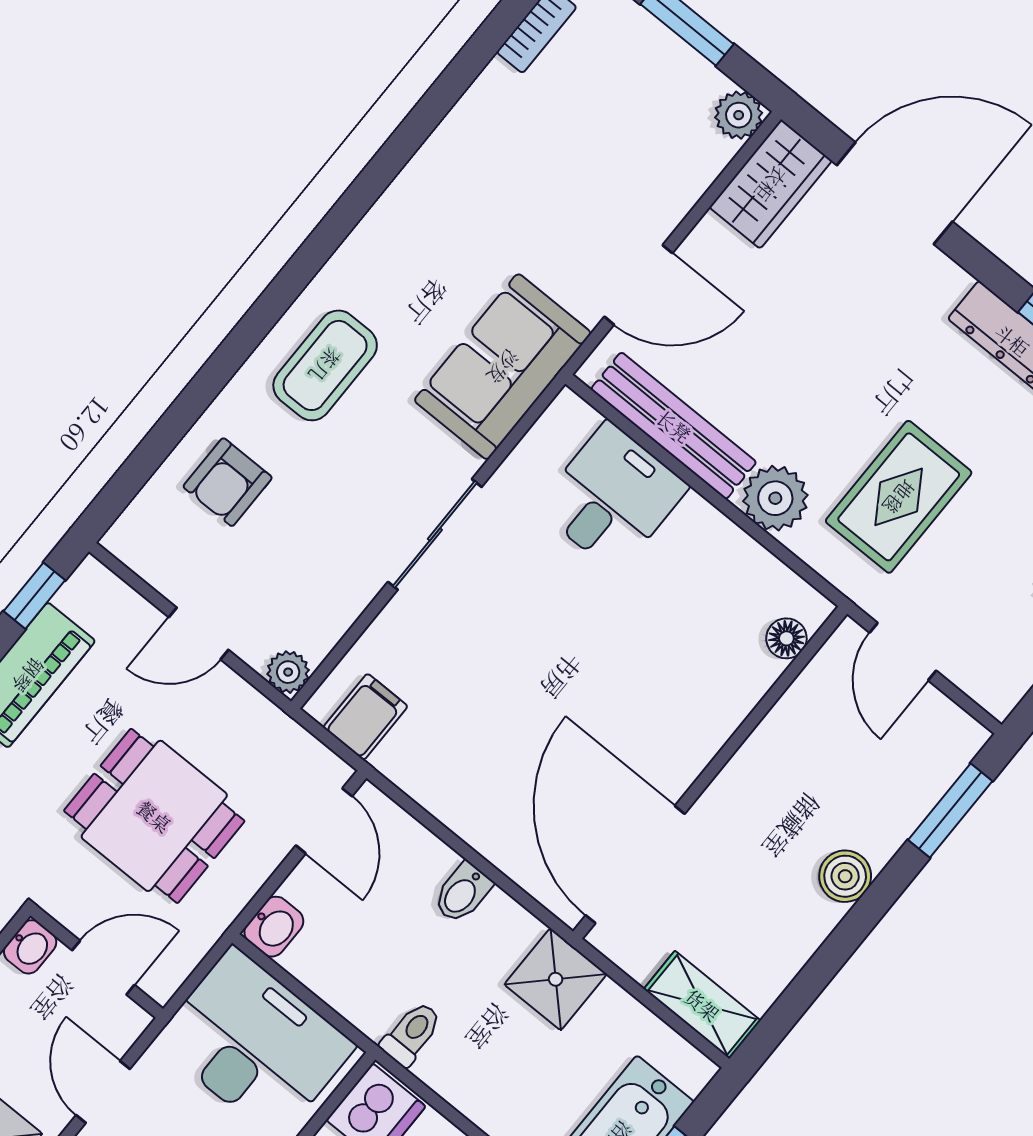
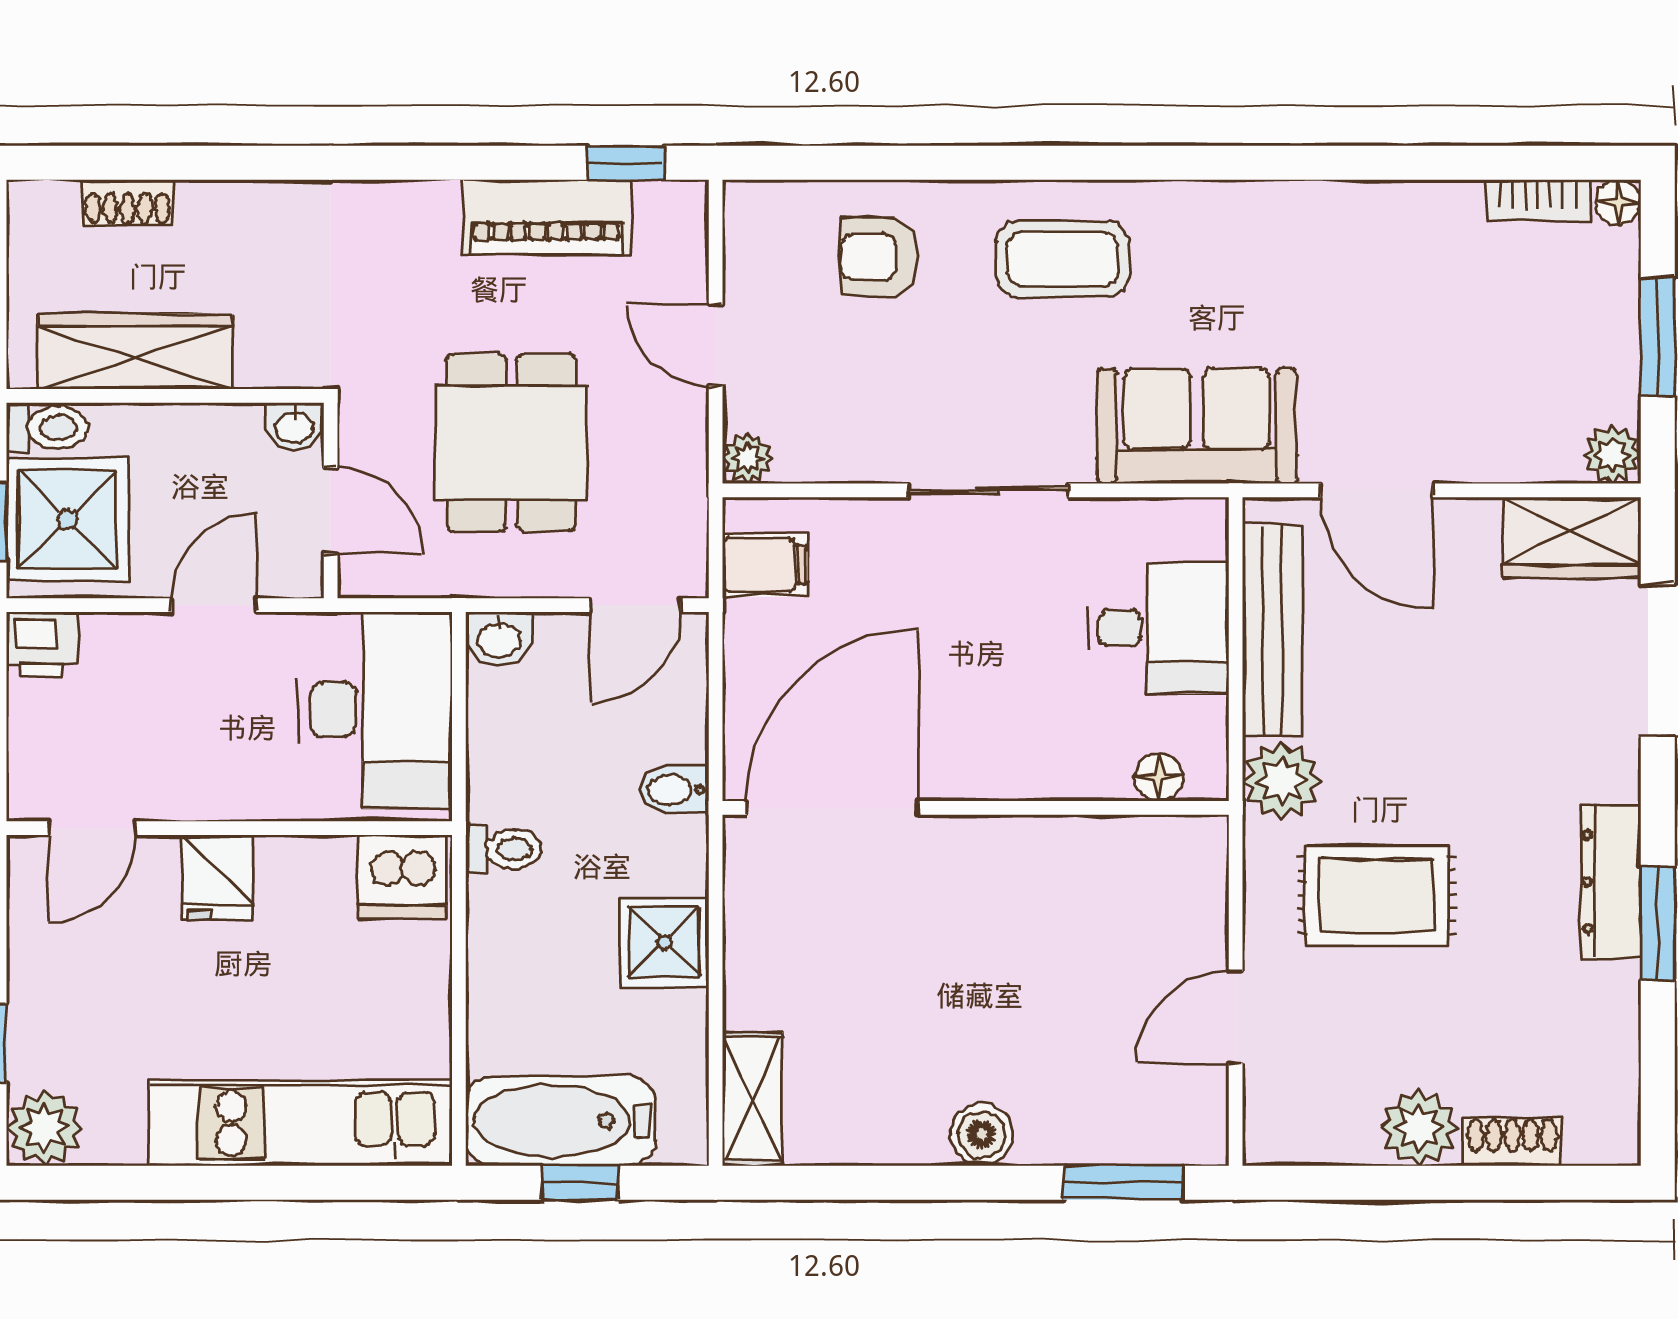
floor lamp: (786, 638) -> (1159, 777), moved
wall: (710, 773) -> (976, 808), moved
door: (635, 865) -> (832, 808), moved

